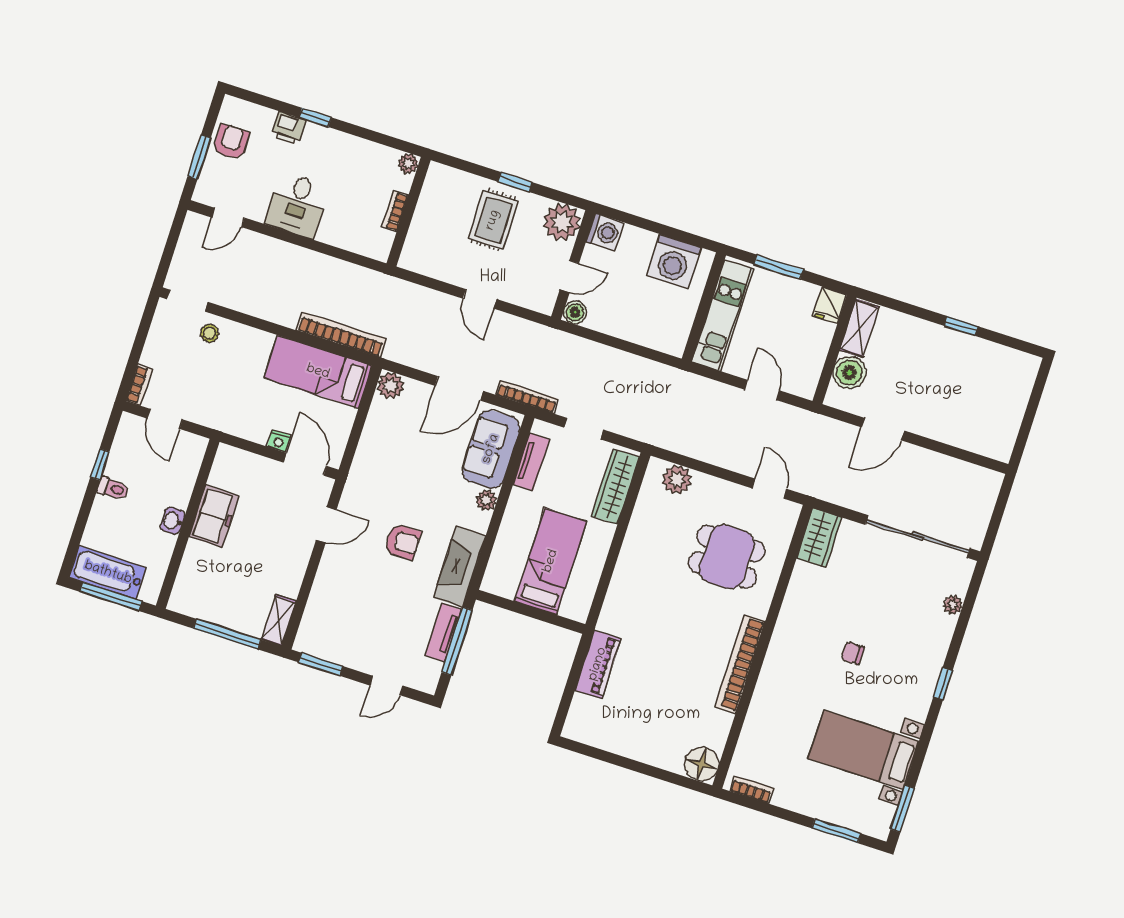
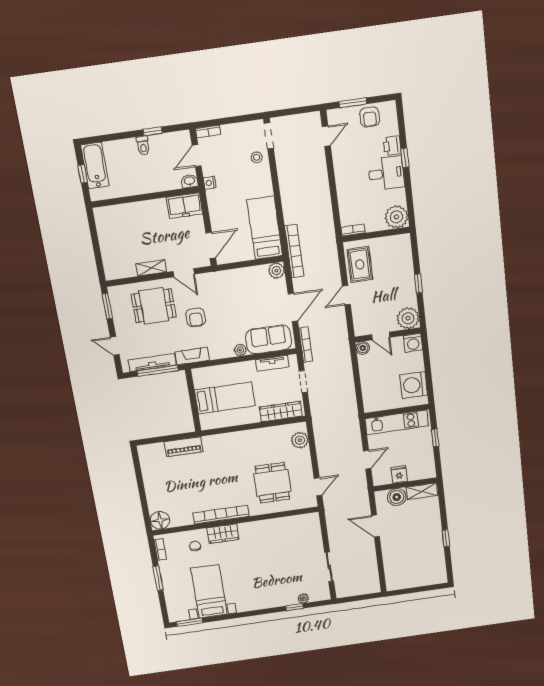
armchair: (231, 142) -> (370, 117), turned 90
plant: (408, 164) -> (396, 217), width x1.87, depth x1.87
desk: (297, 205) -> (386, 173), moved, turned 180
bookcase: (395, 211) -> (353, 230), moved
door: (228, 218) -> (326, 136), swing flipped
rug: (493, 220) -> (360, 264), moved, turned 90
window: (778, 267) -> (435, 438), width x0.67
fridge: (830, 305) -> (399, 474), moved, turned 90
bookcase: (341, 334) -> (294, 251), moved
door: (459, 388) -> (293, 307), swing flipped
nightstand: (279, 441) -> (210, 183), moved
freezer: (214, 516) -> (184, 206), moved
washbasin: (173, 521) -> (190, 181), moved
sliding door: (918, 536) -> (329, 567), width x0.54
wardrobe: (819, 538) -> (223, 534), moved
fireplace: (459, 567) -> (192, 356), width x0.73, depth x0.76
dining table: (354, 595) -> (154, 306), added
window: (111, 597) -> (83, 174), width x0.46
shelving: (279, 620) -> (151, 268), moved
tv unit: (443, 632) -> (152, 363), width x1.41
window: (227, 634) -> (97, 248), removed
chair: (853, 653) -> (195, 546), moved
window: (943, 684) -> (295, 607), moved
window: (836, 831) -> (158, 578), moved

